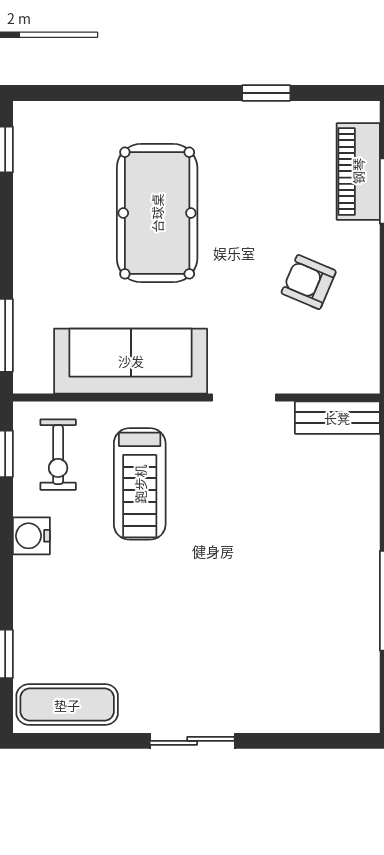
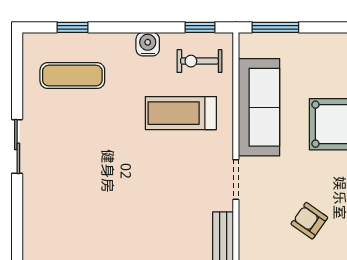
armchair: (309, 282) -> (309, 221), turned -78
exercise mat: (67, 705) -> (72, 76), moved, turned 90

